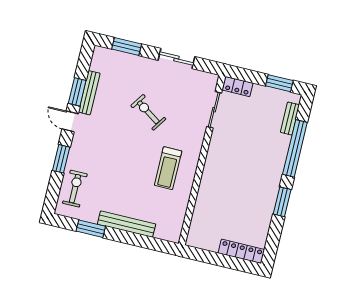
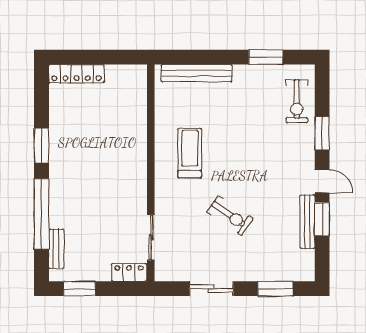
bench: (127, 224) -> (197, 73), moved

